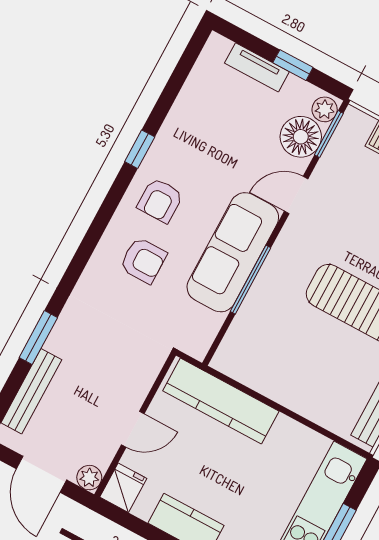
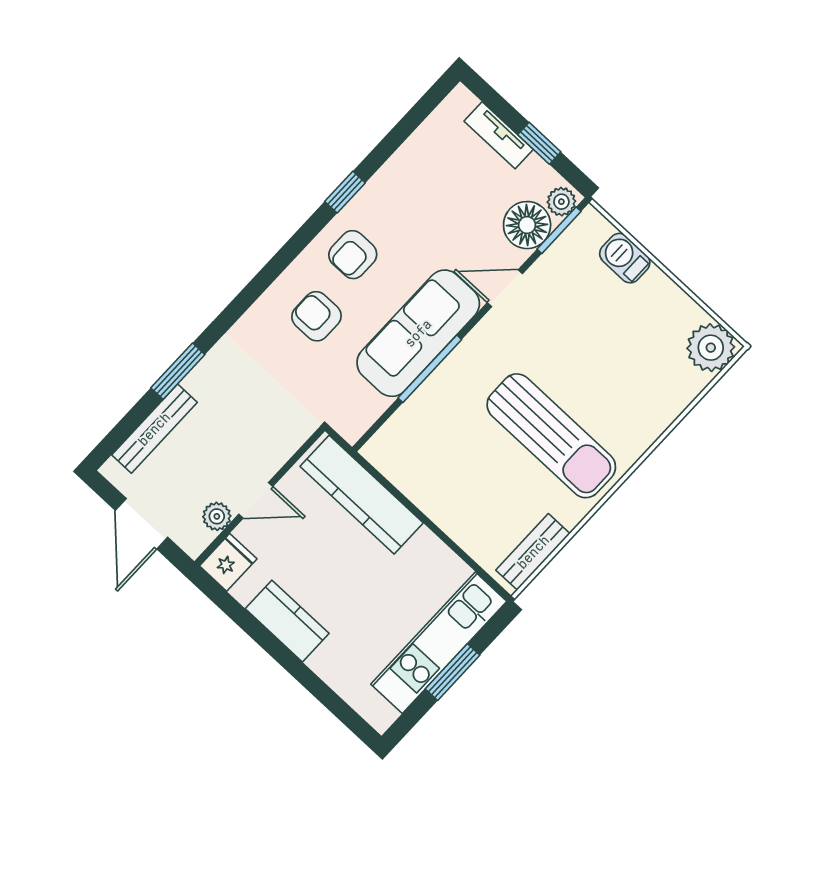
armchair: (143, 260) -> (317, 316), turned 180
plant: (89, 478) -> (217, 516), moved

